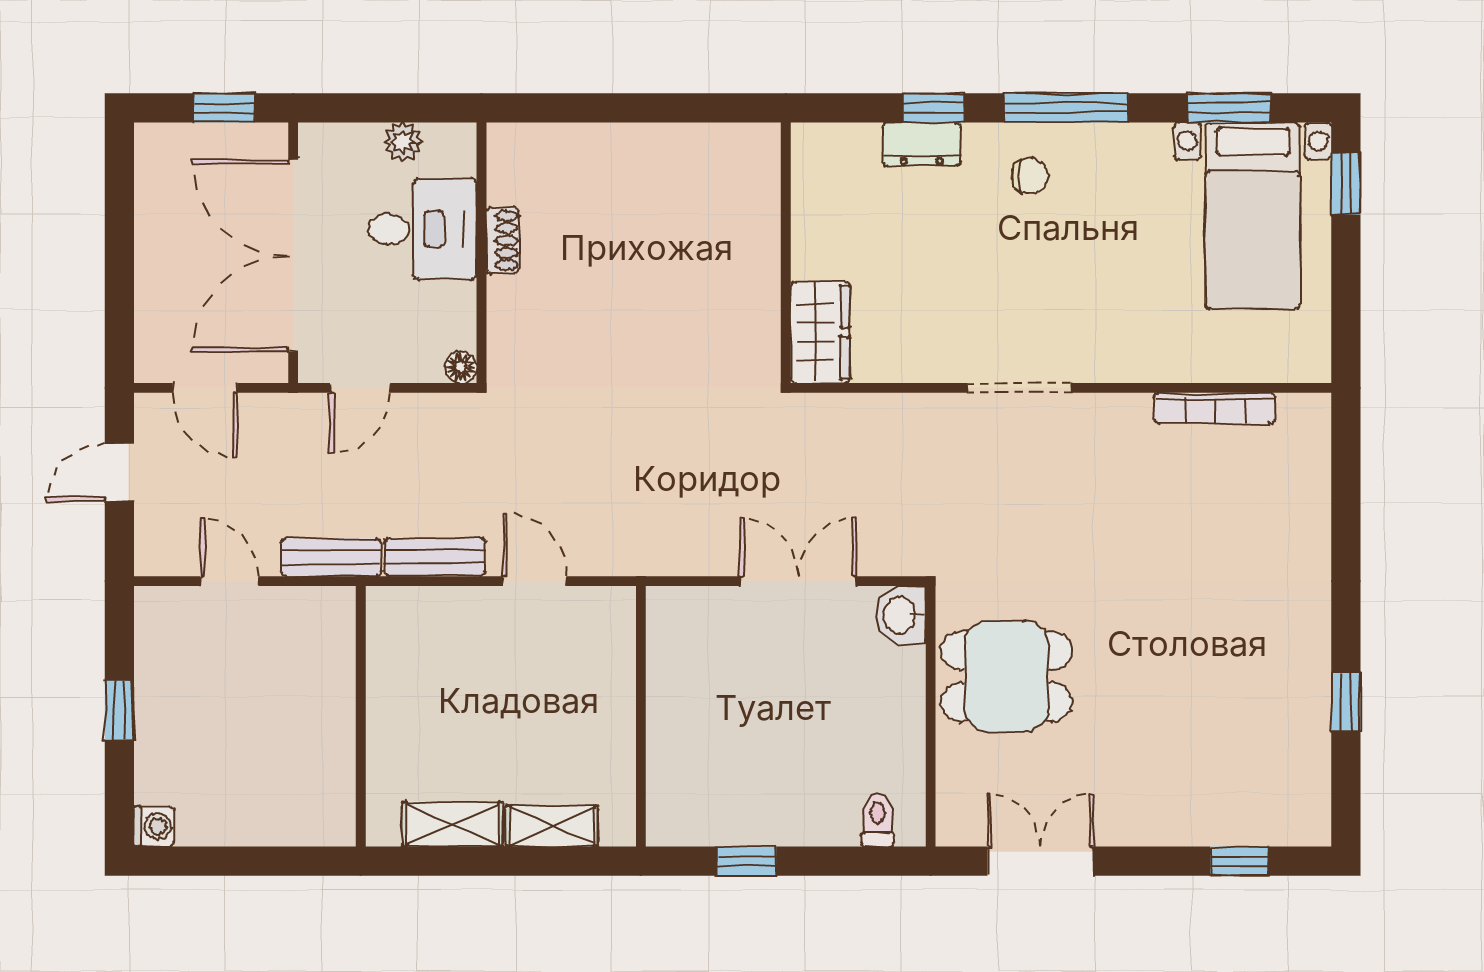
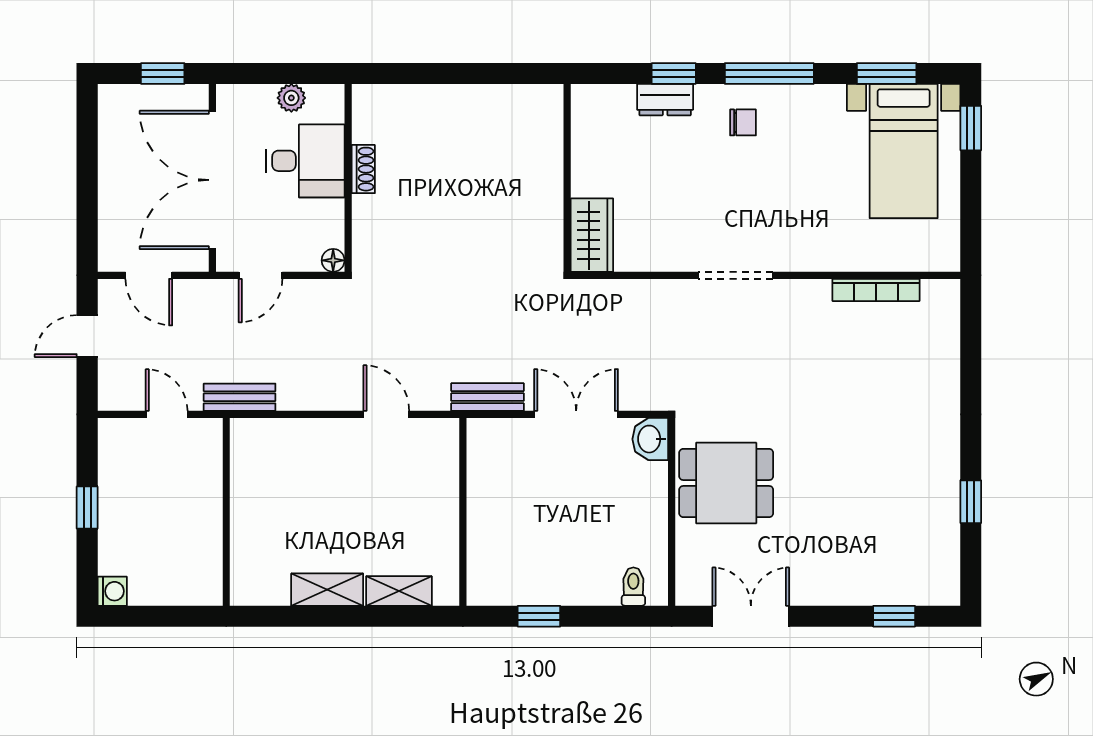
bench: (435, 557) -> (487, 397), moved
wall: (361, 716) -> (226, 512), moved

